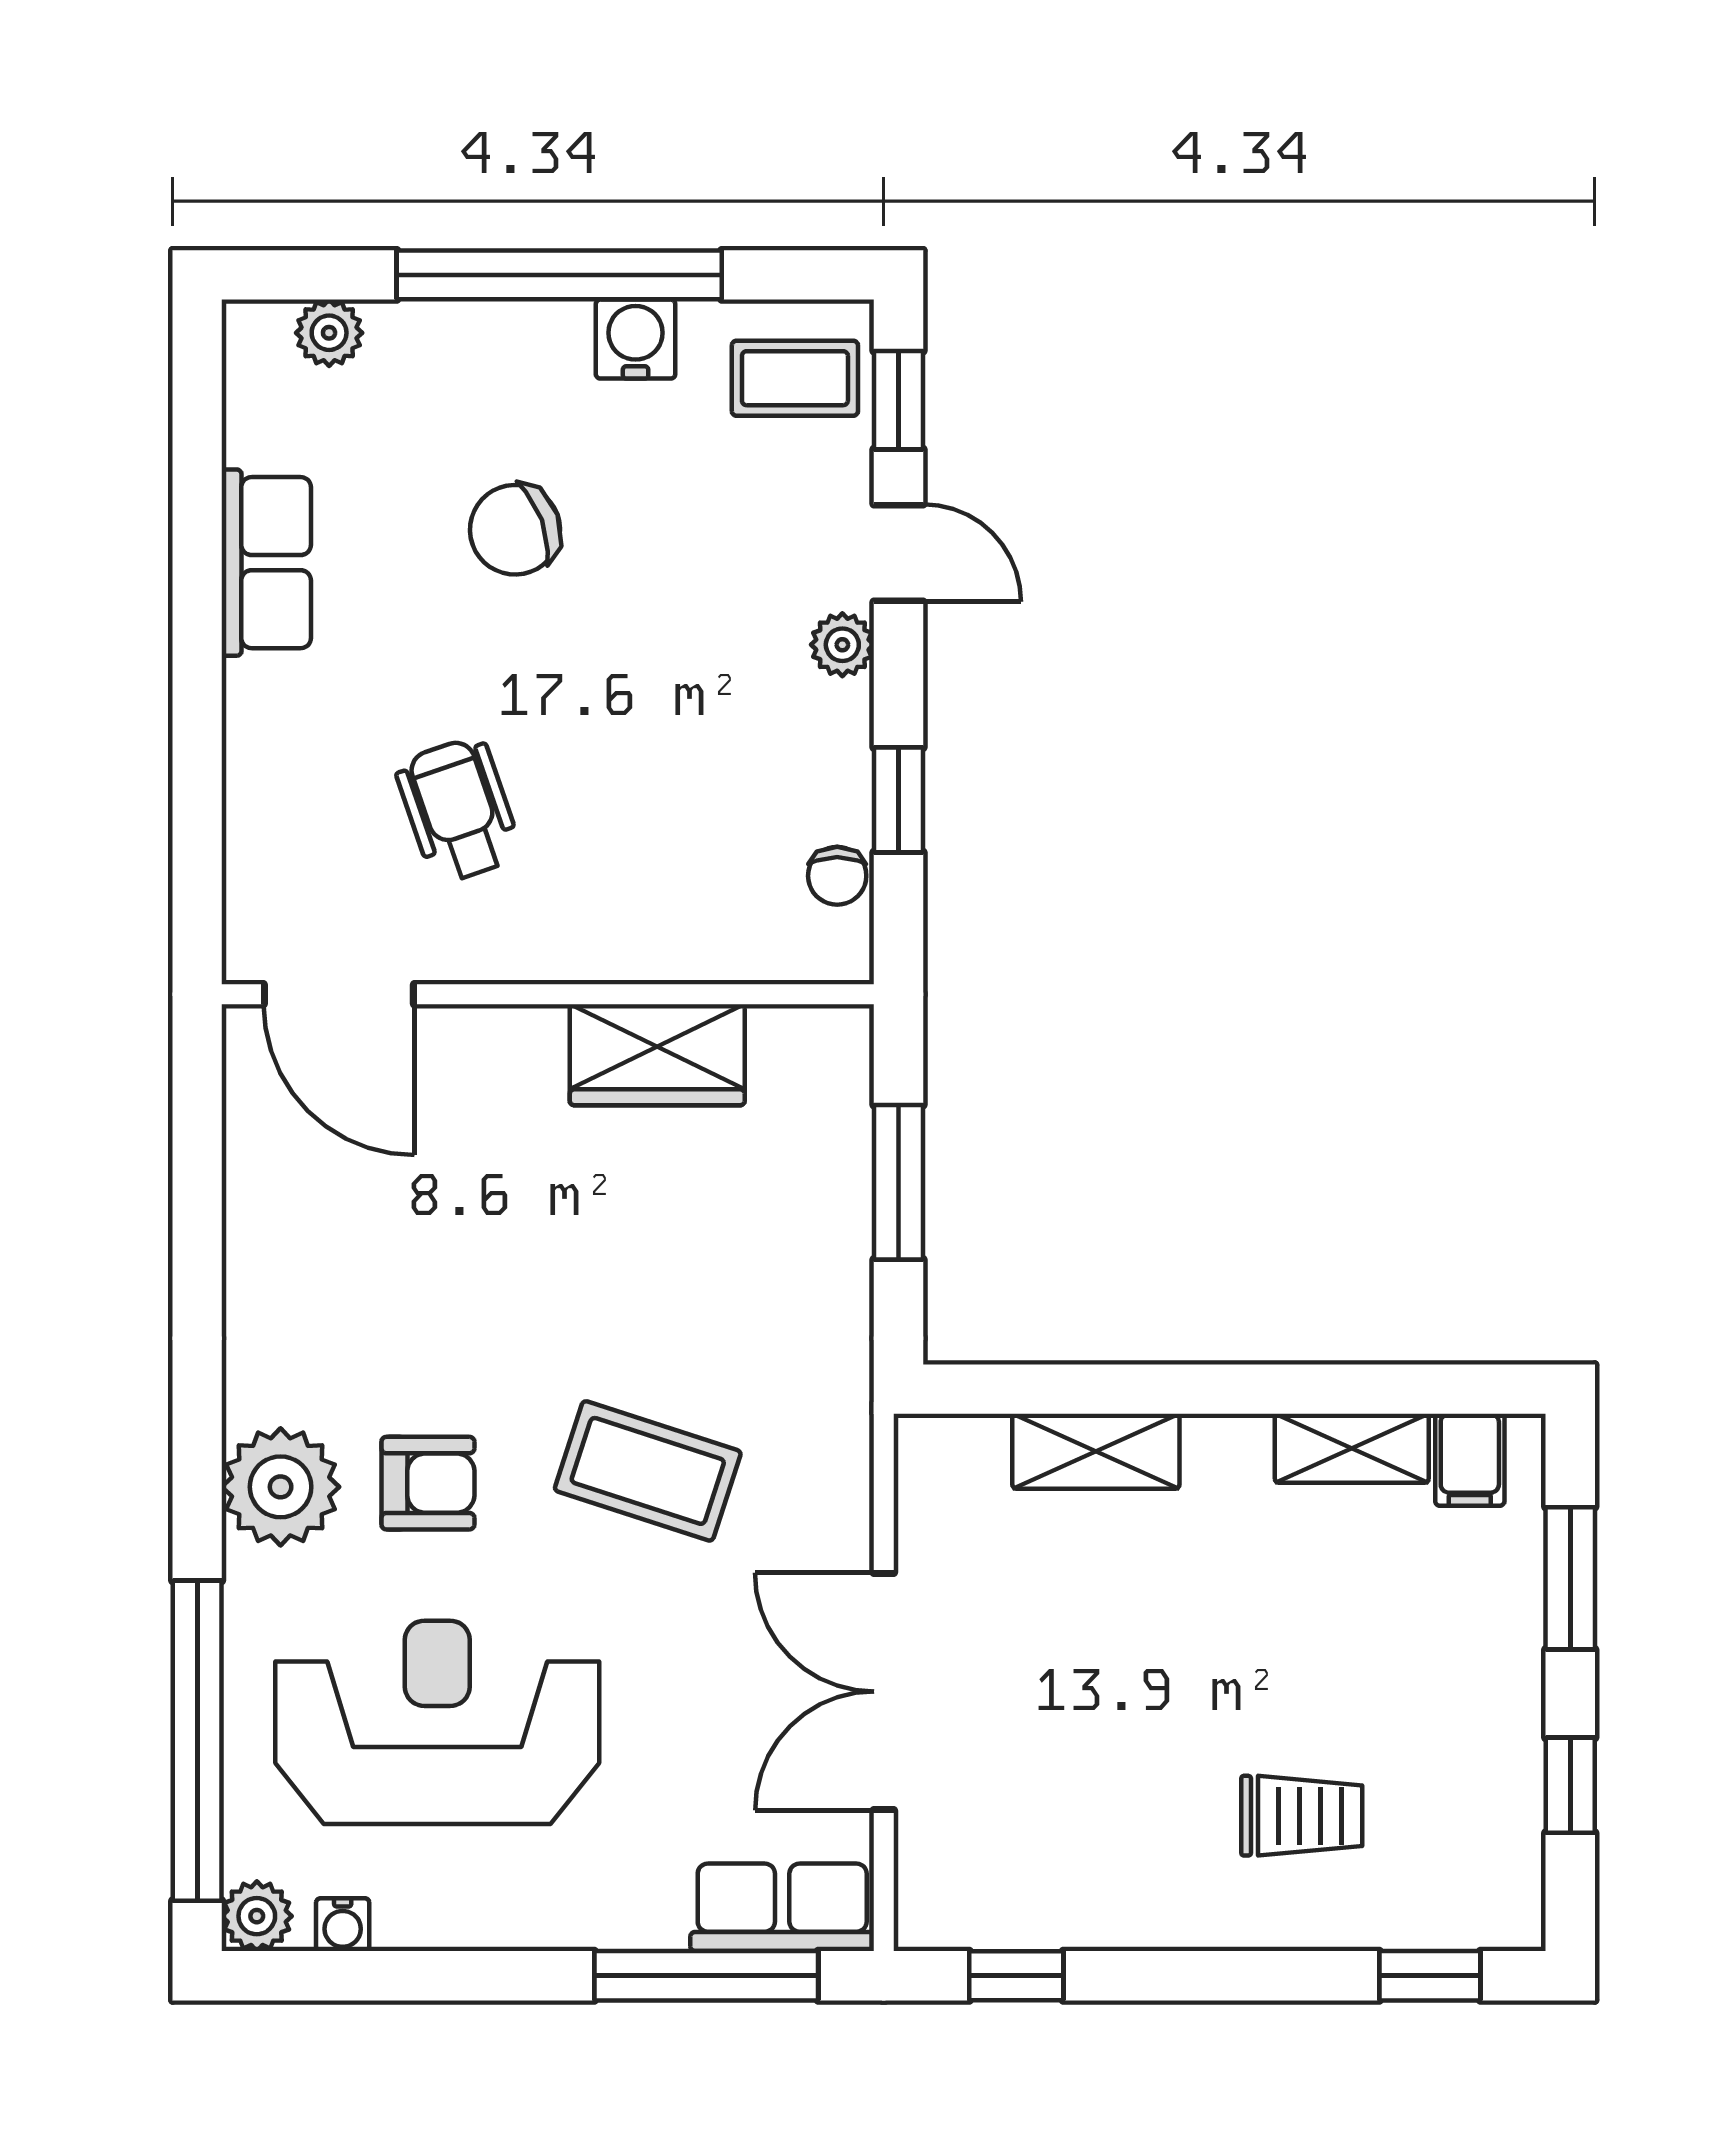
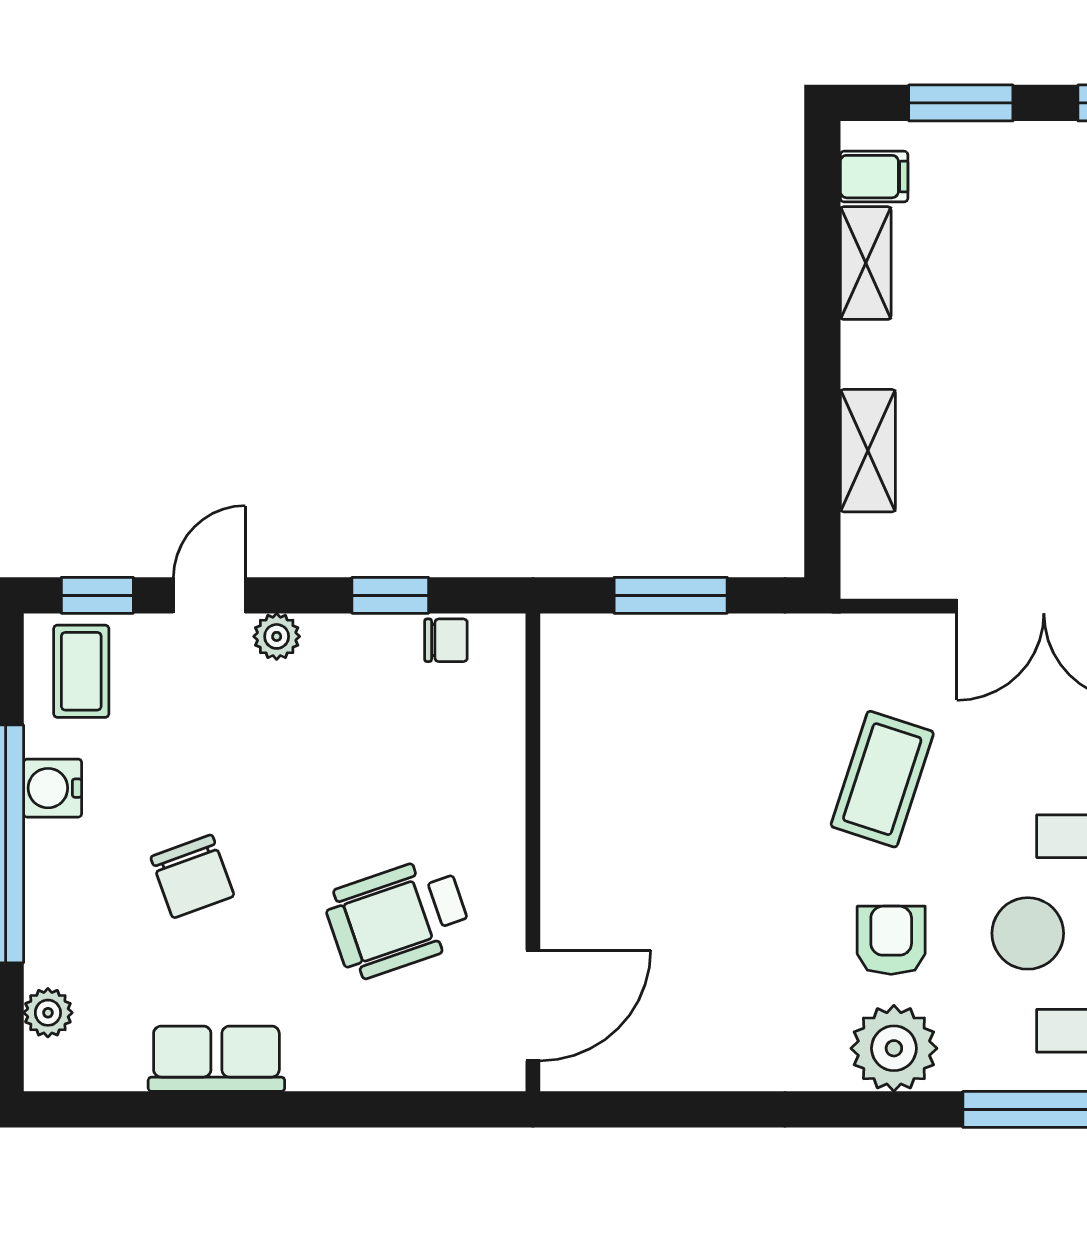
wheelchair: (458, 810) -> (398, 918), width x1.36, depth x1.37
wardrobe: (657, 1055) -> (577, 772), removed

